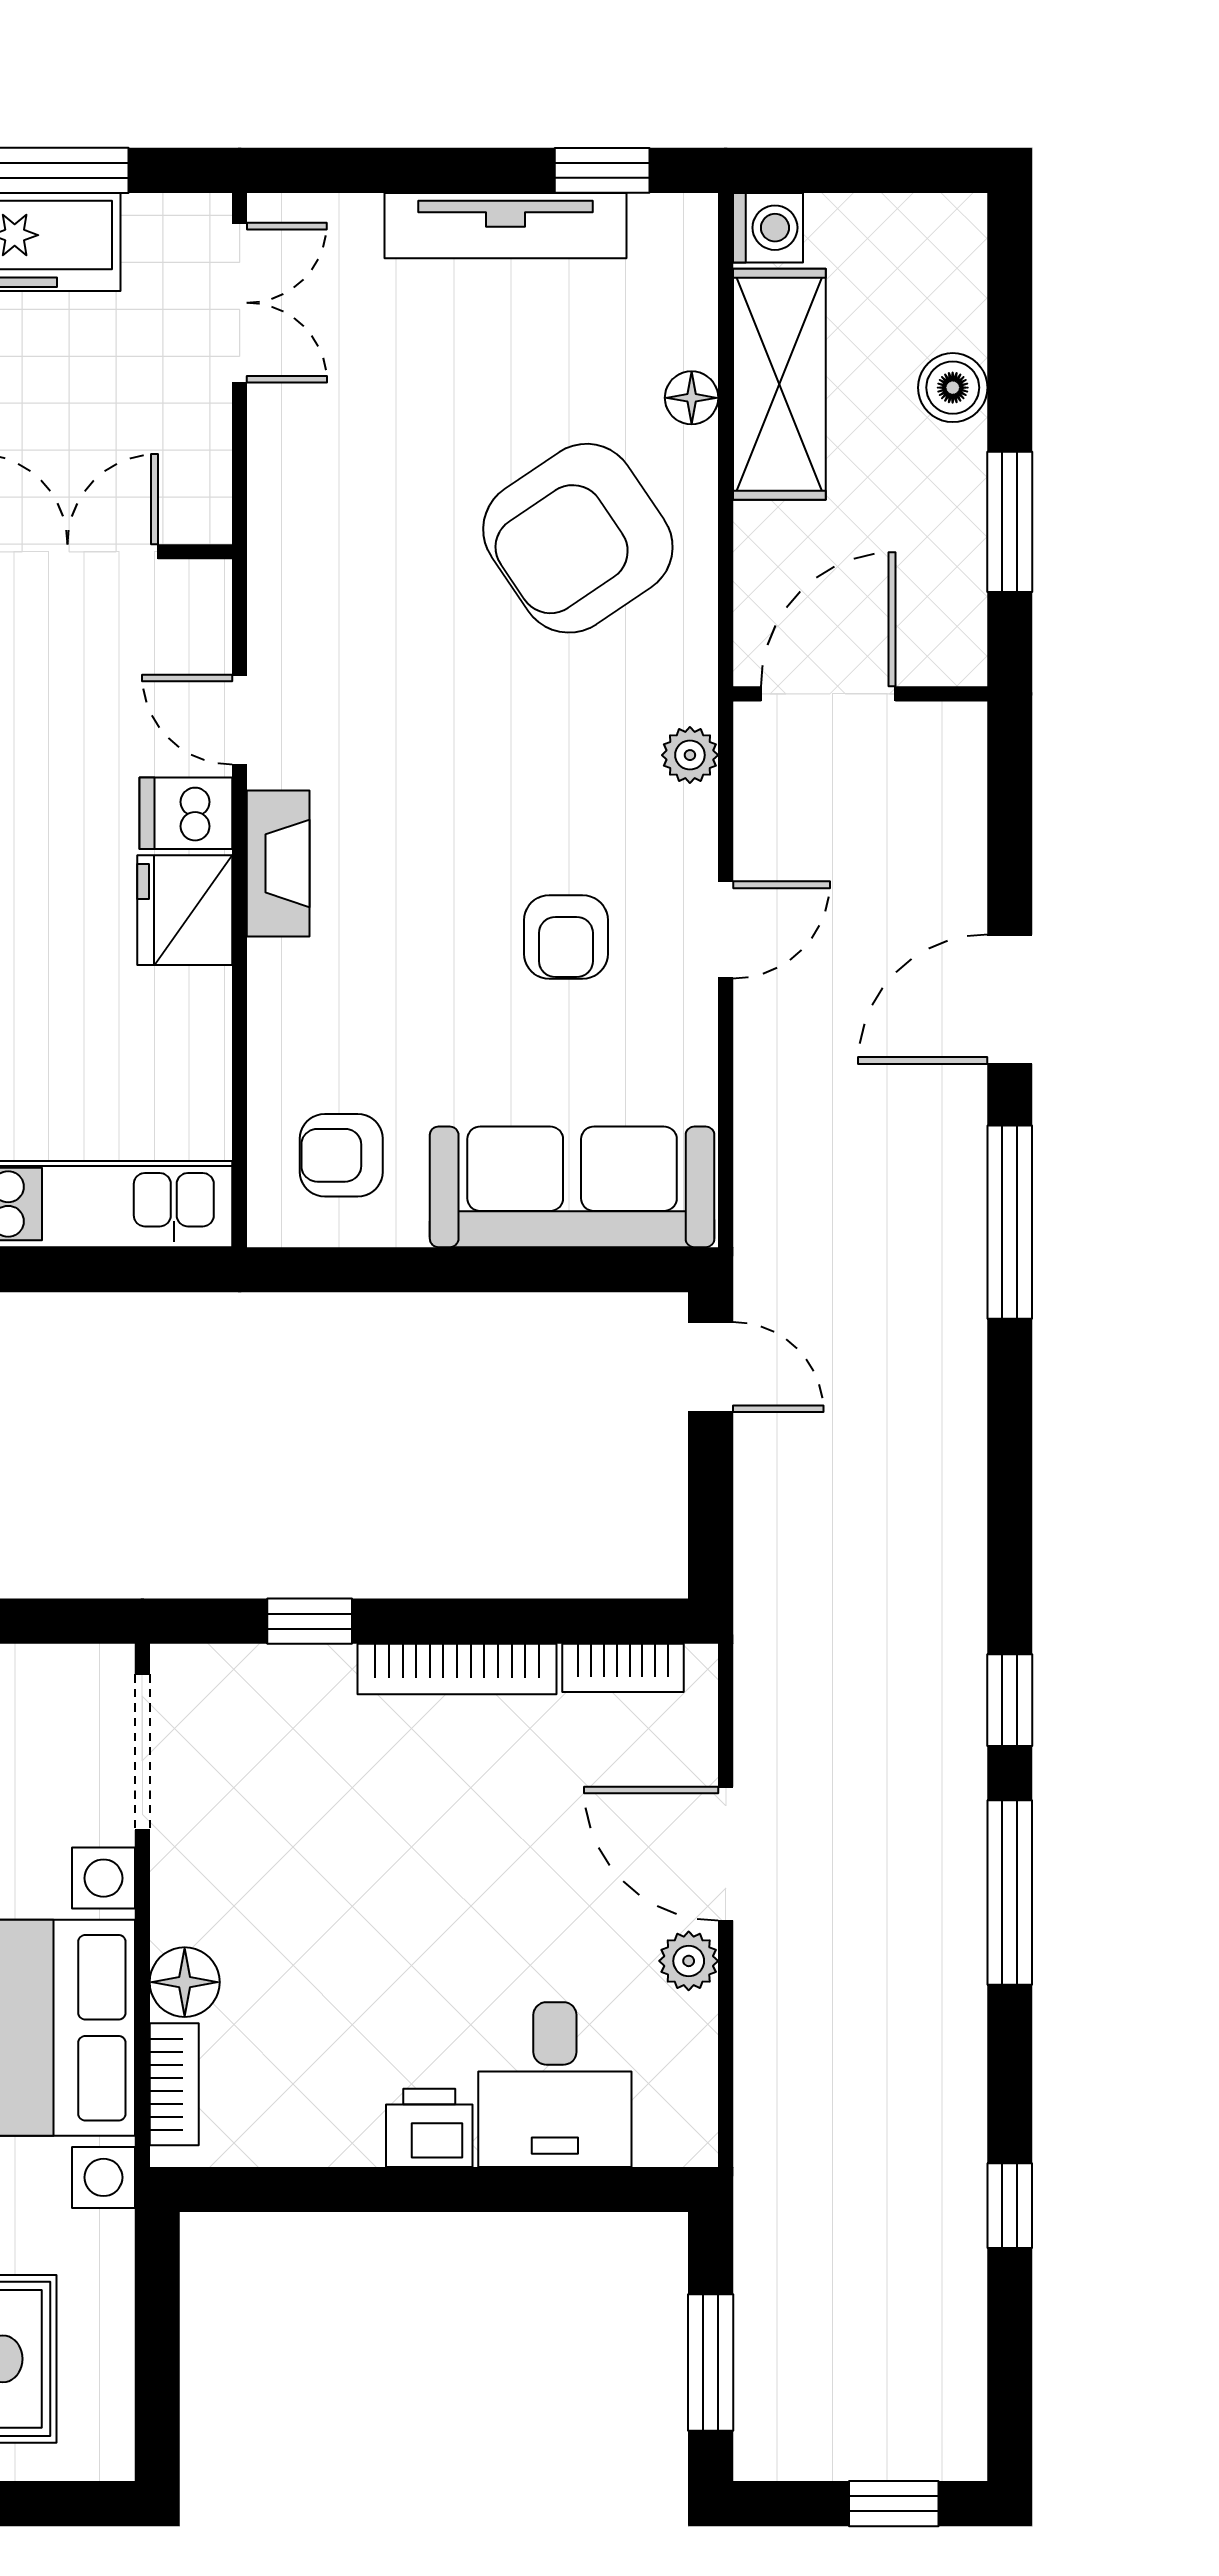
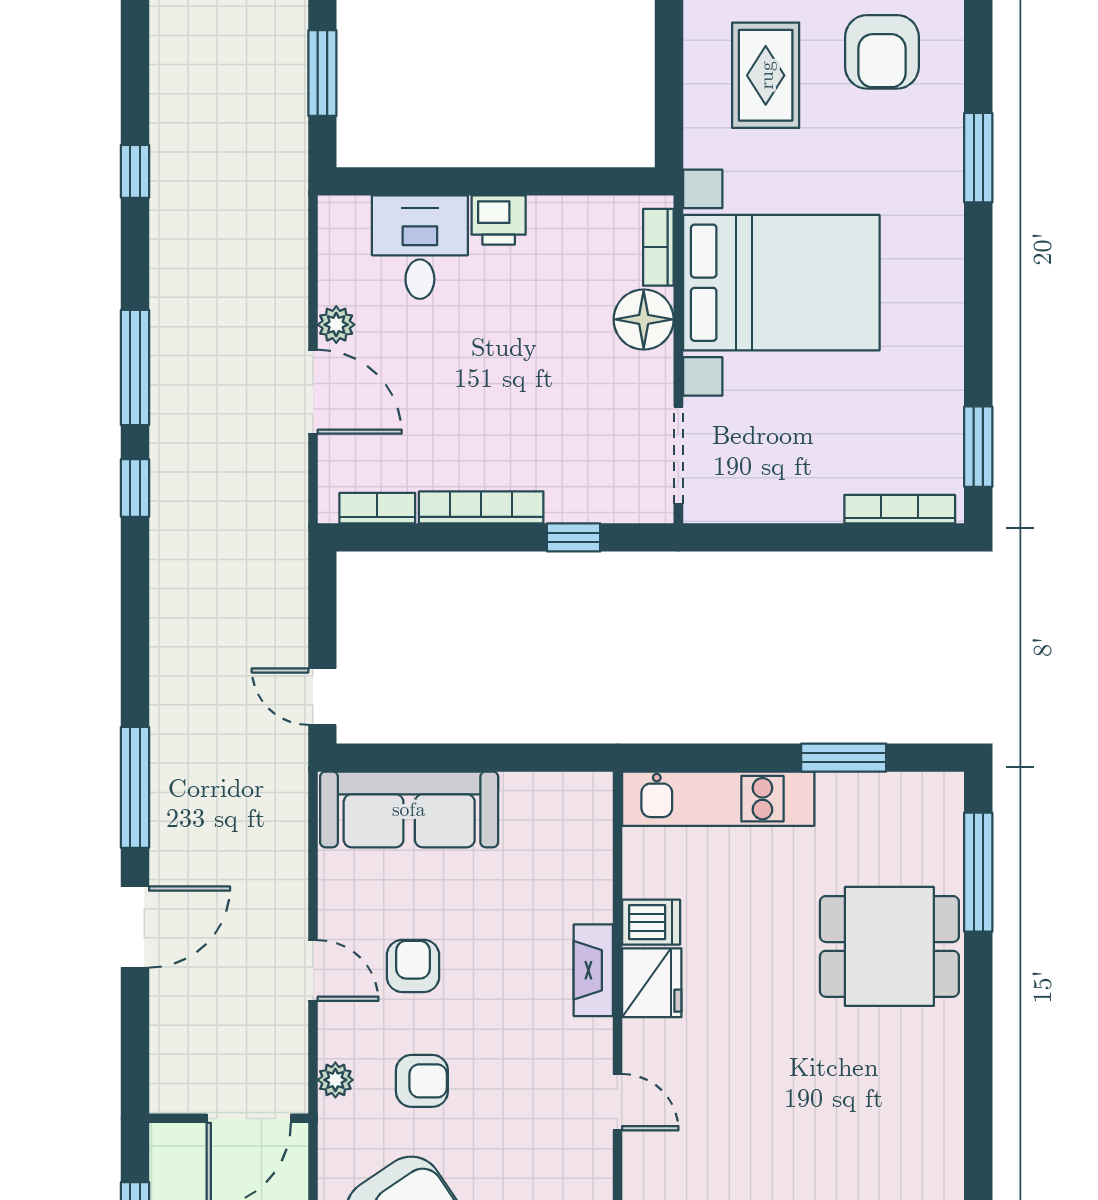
dishwasher: (186, 813) -> (651, 922), moved
fireplace: (278, 863) -> (593, 970), moved
door: (726, 930) -> (313, 970), swing flipped
armchair: (341, 1155) -> (422, 1081), moved
floor lamp: (185, 1982) -> (644, 319), width x1.38, depth x1.38

